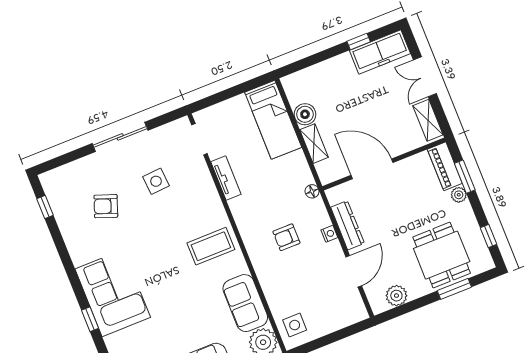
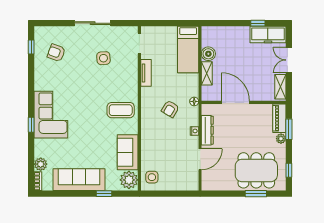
armchair: (106, 206) -> (56, 53), moved
armchair: (286, 237) -> (170, 109), moved, turned -59
dining table: (442, 255) -> (256, 170), width x1.38
plant: (396, 296) -> (220, 184), removed

